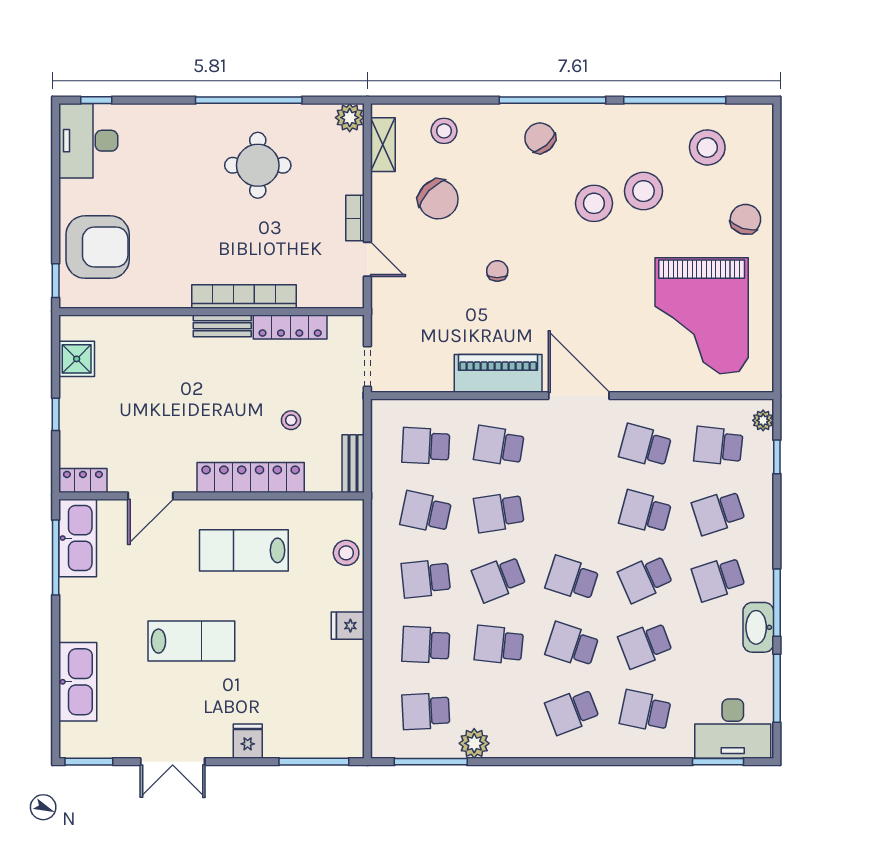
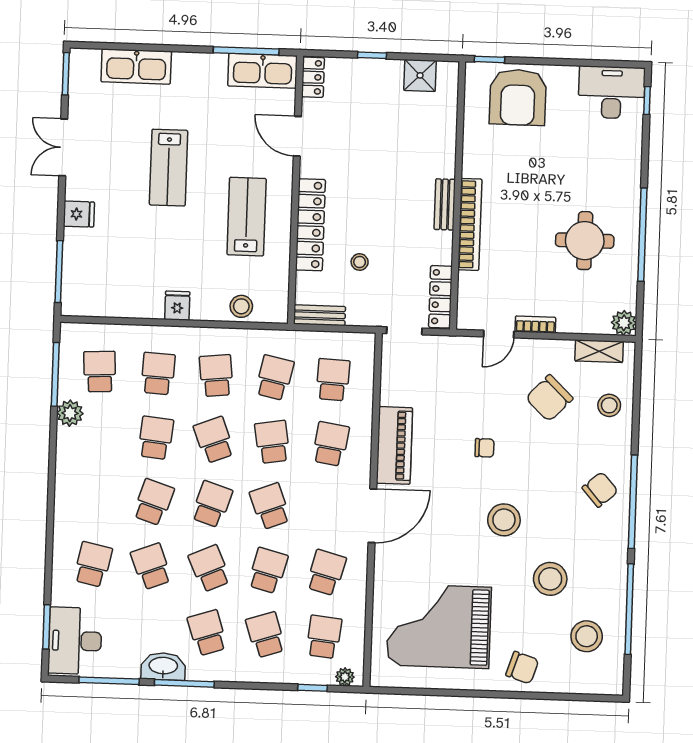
stool: (594, 203) -> (504, 520), moved
locker: (290, 327) -> (440, 297), moved
school desk: (572, 711) -> (270, 506), moved

